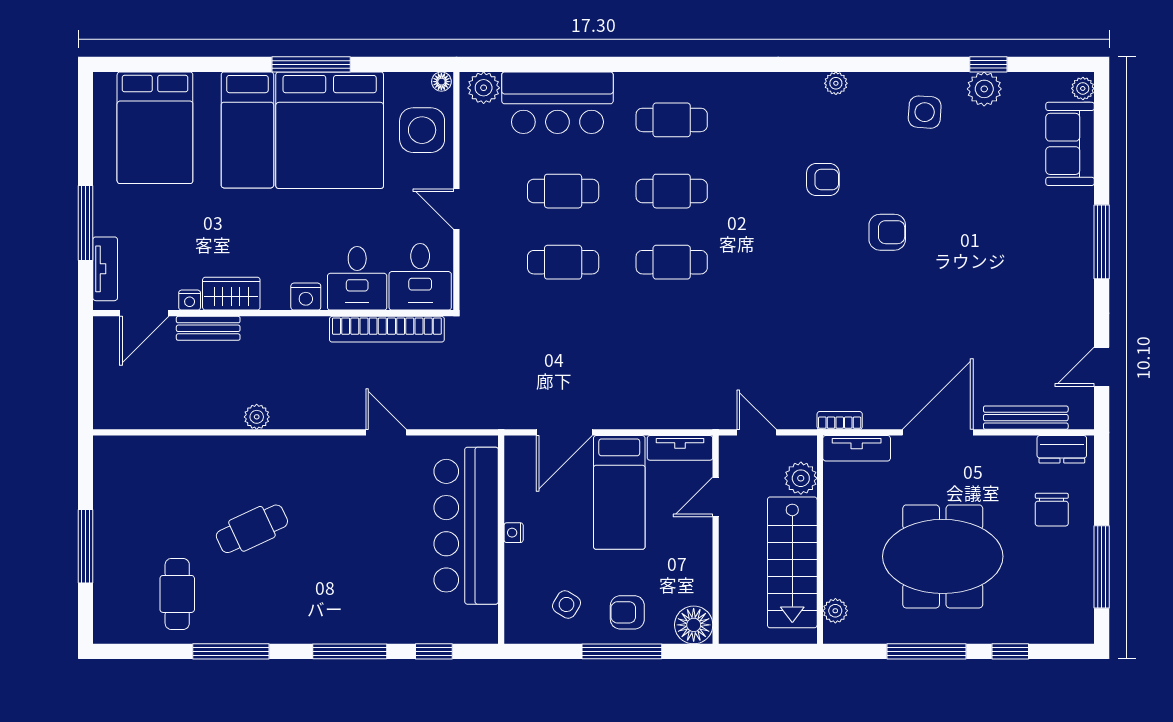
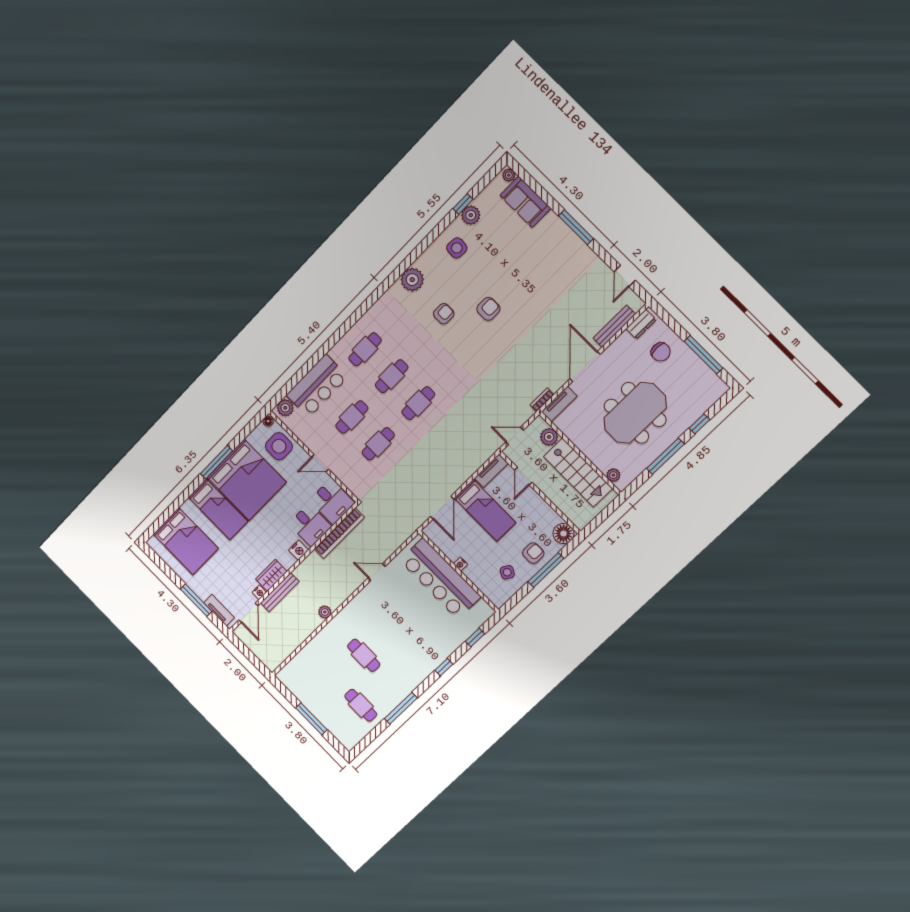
plant: (836, 83) -> (412, 280), width x1.88, depth x1.88
bench: (208, 328) -> (280, 592), width x1.36
cafe table: (252, 529) -> (364, 655), turned -65
armchair: (627, 612) -> (533, 553), turned 180
window: (350, 651) -> (444, 667), width x0.46

